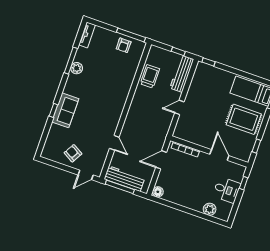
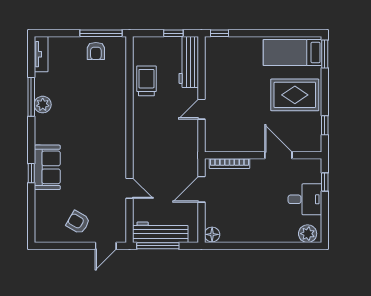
plant: (210, 209) -> (308, 234), moved

